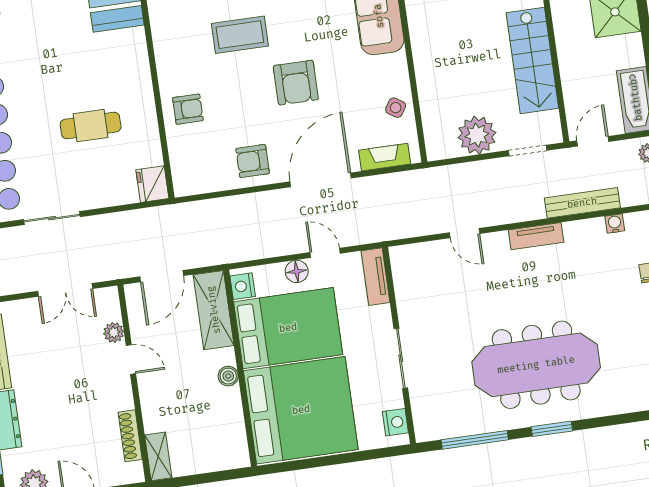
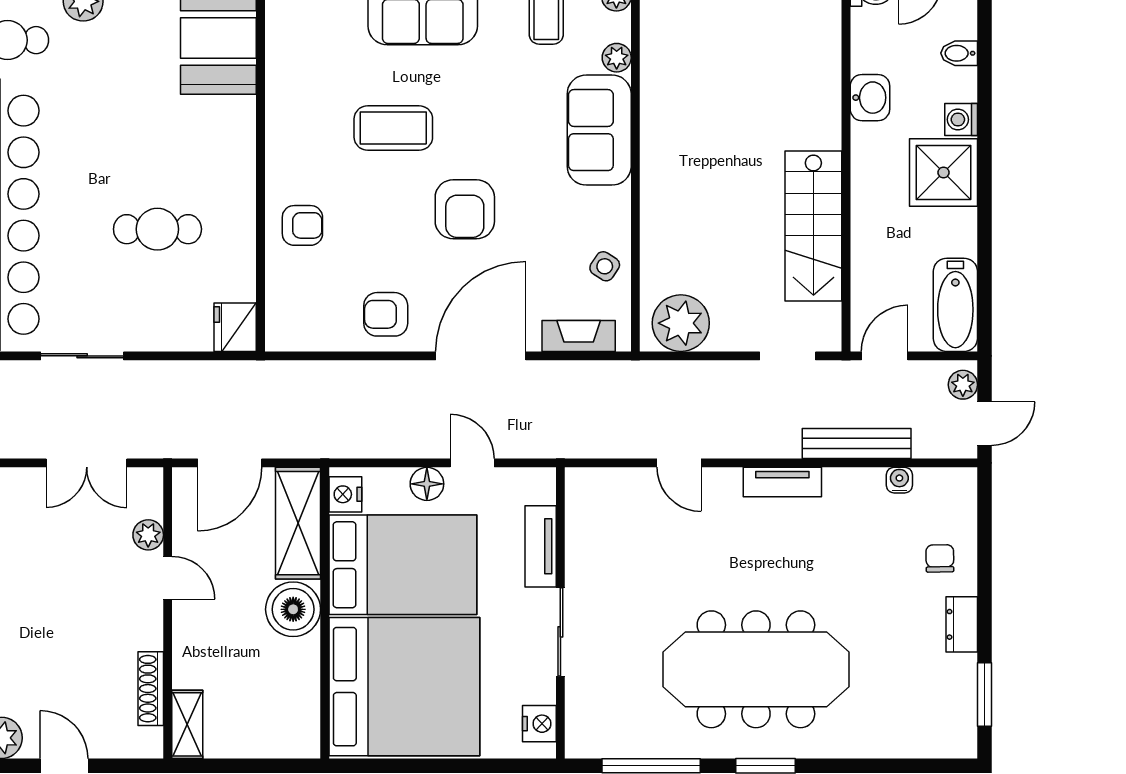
plant: (477, 135) -> (681, 323), moved
tv unit: (376, 277) -> (541, 546), moved
boiler: (228, 376) -> (293, 609), width x1.86, depth x1.86

